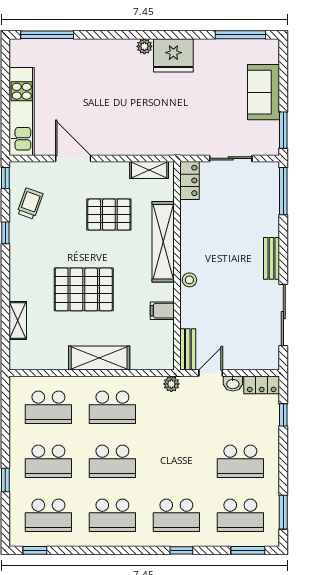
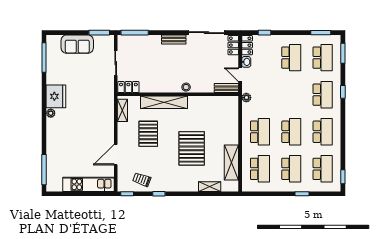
filing cabinet: (162, 311) -> (204, 103), removed
shelving: (99, 358) -> (231, 163), moved
locker: (262, 361) -> (233, 45), added

